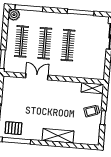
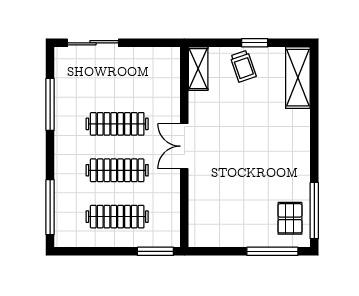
plant: (14, 15) -> (66, 236), removed
double door: (37, 77) -> (184, 146), moved
shelving: (58, 136) -> (298, 78), moved

